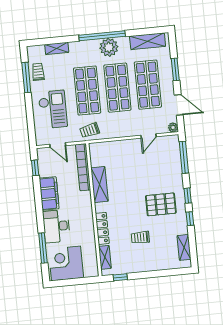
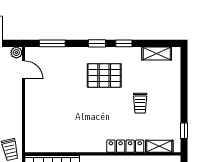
door: (149, 136) -> (23, 70), moved
window: (184, 157) -> (52, 43), width x0.69
shelving: (100, 185) -> (74, 144), removed
pallet: (161, 204) -> (104, 75), turned 90

